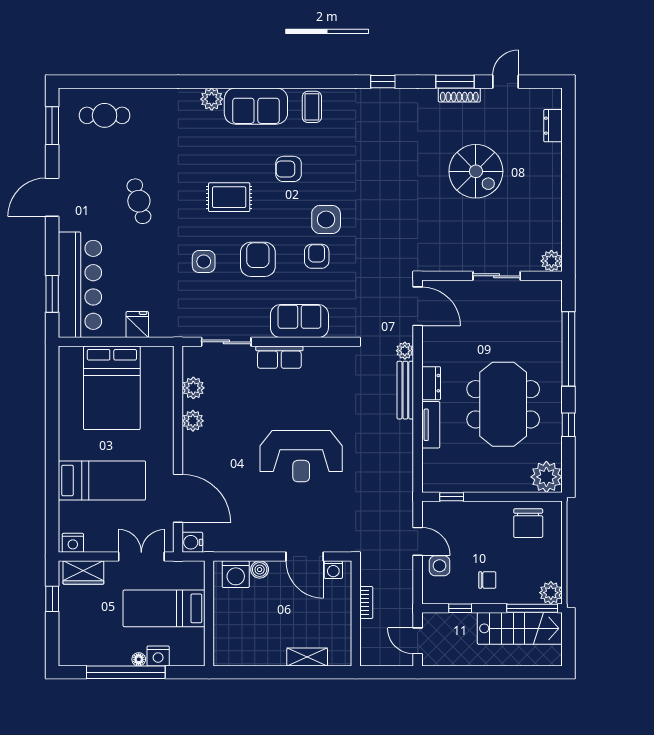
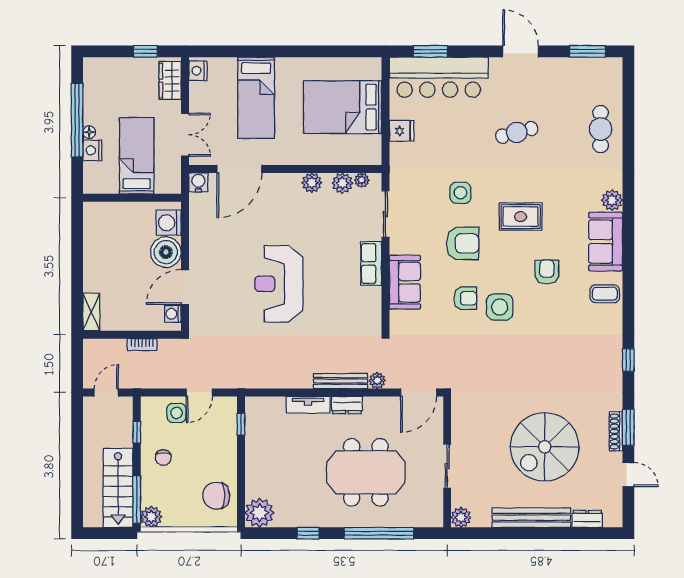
cafe table: (105, 115) -> (601, 129), moved
spiral stairs: (476, 171) -> (545, 447), width x1.37, depth x1.37
bench: (552, 186) -> (531, 518), added
rug: (229, 197) -> (521, 217), turned 90
plant: (190, 367) -> (362, 180), added
meeting table: (503, 404) -> (366, 472), moved
boiler: (260, 570) -> (166, 252), width x1.86, depth x1.86
shelving: (307, 657) -> (91, 312), moved

